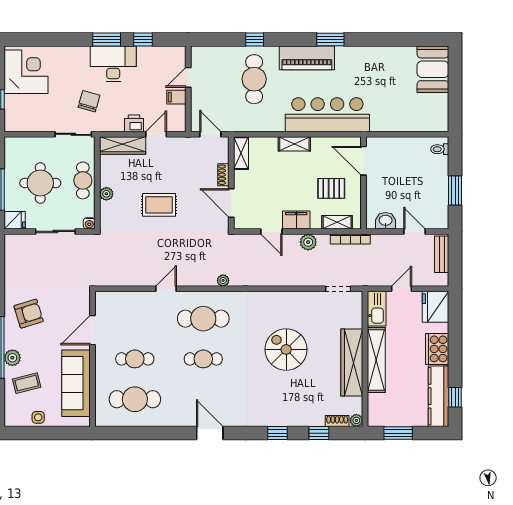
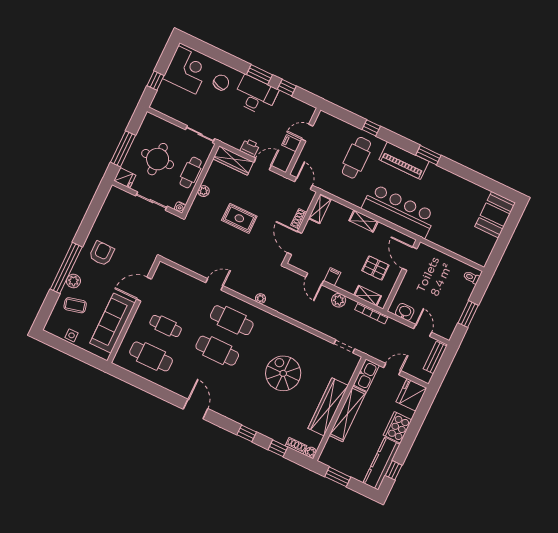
chair: (89, 101) -> (221, 82), moved
filing cabinet: (296, 220) -> (332, 277), width x0.50
armchair: (29, 314) -> (102, 253), turned -73
cafe table: (203, 359) -> (217, 351), width x1.37, depth x1.35

